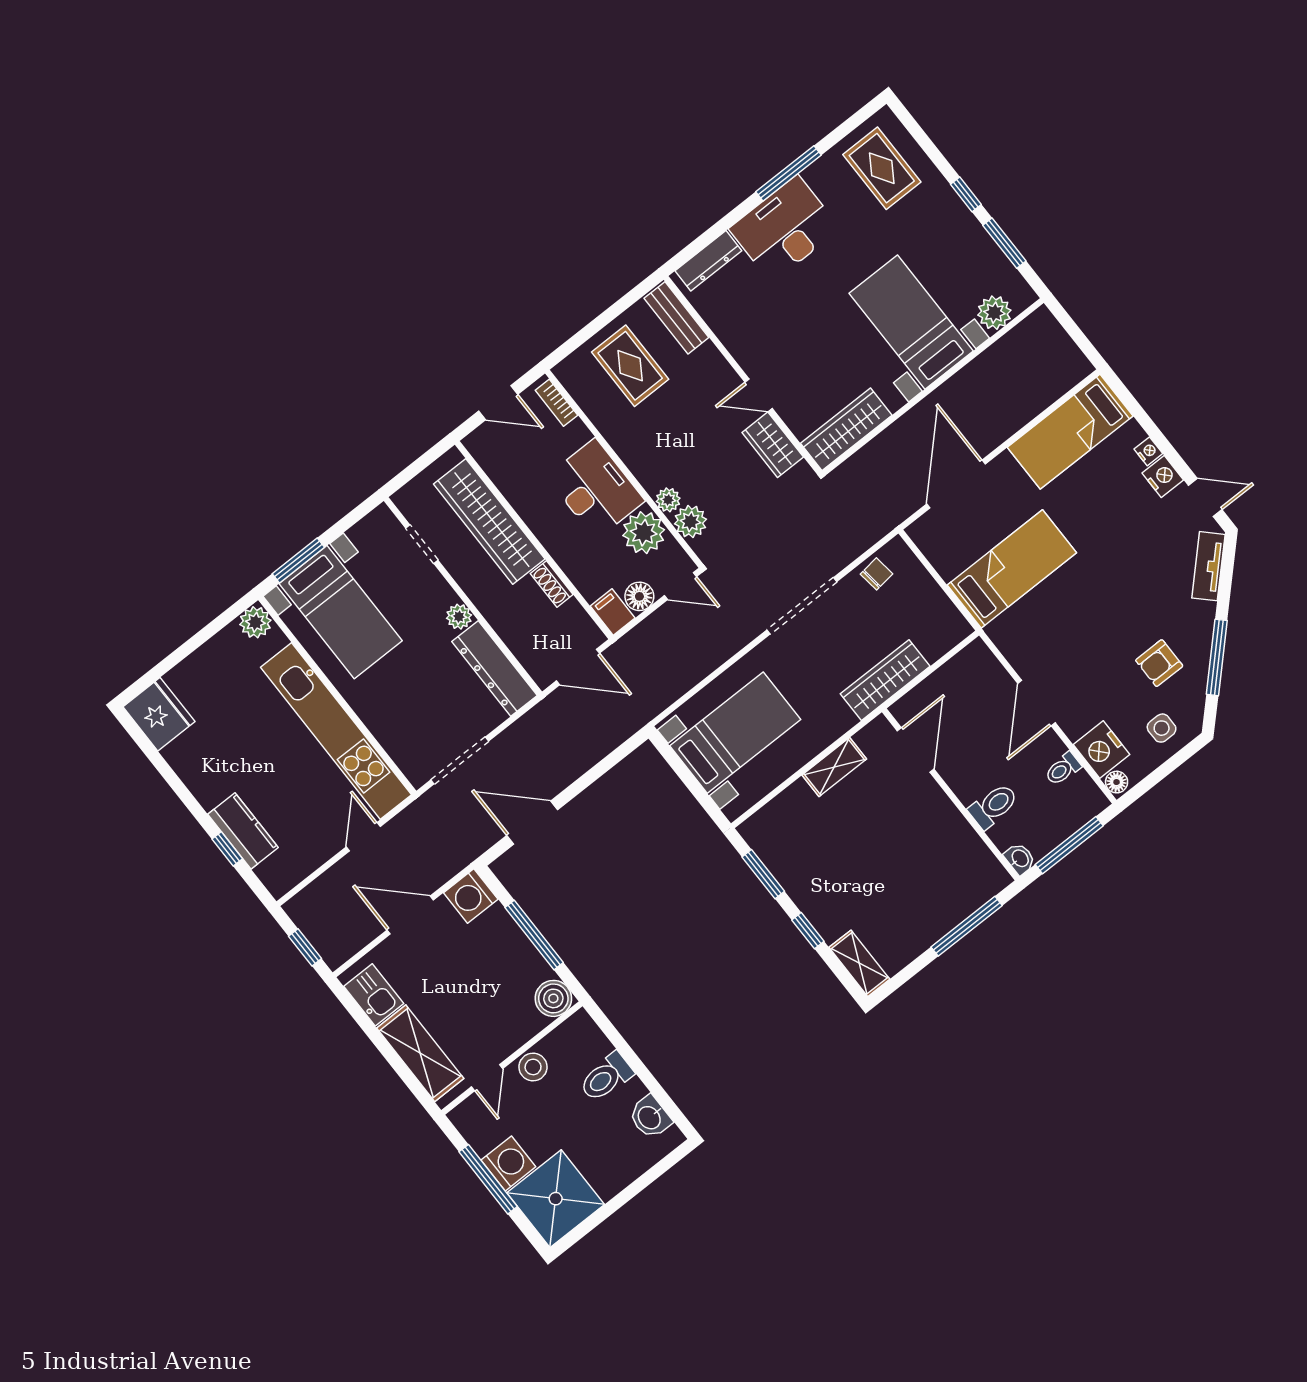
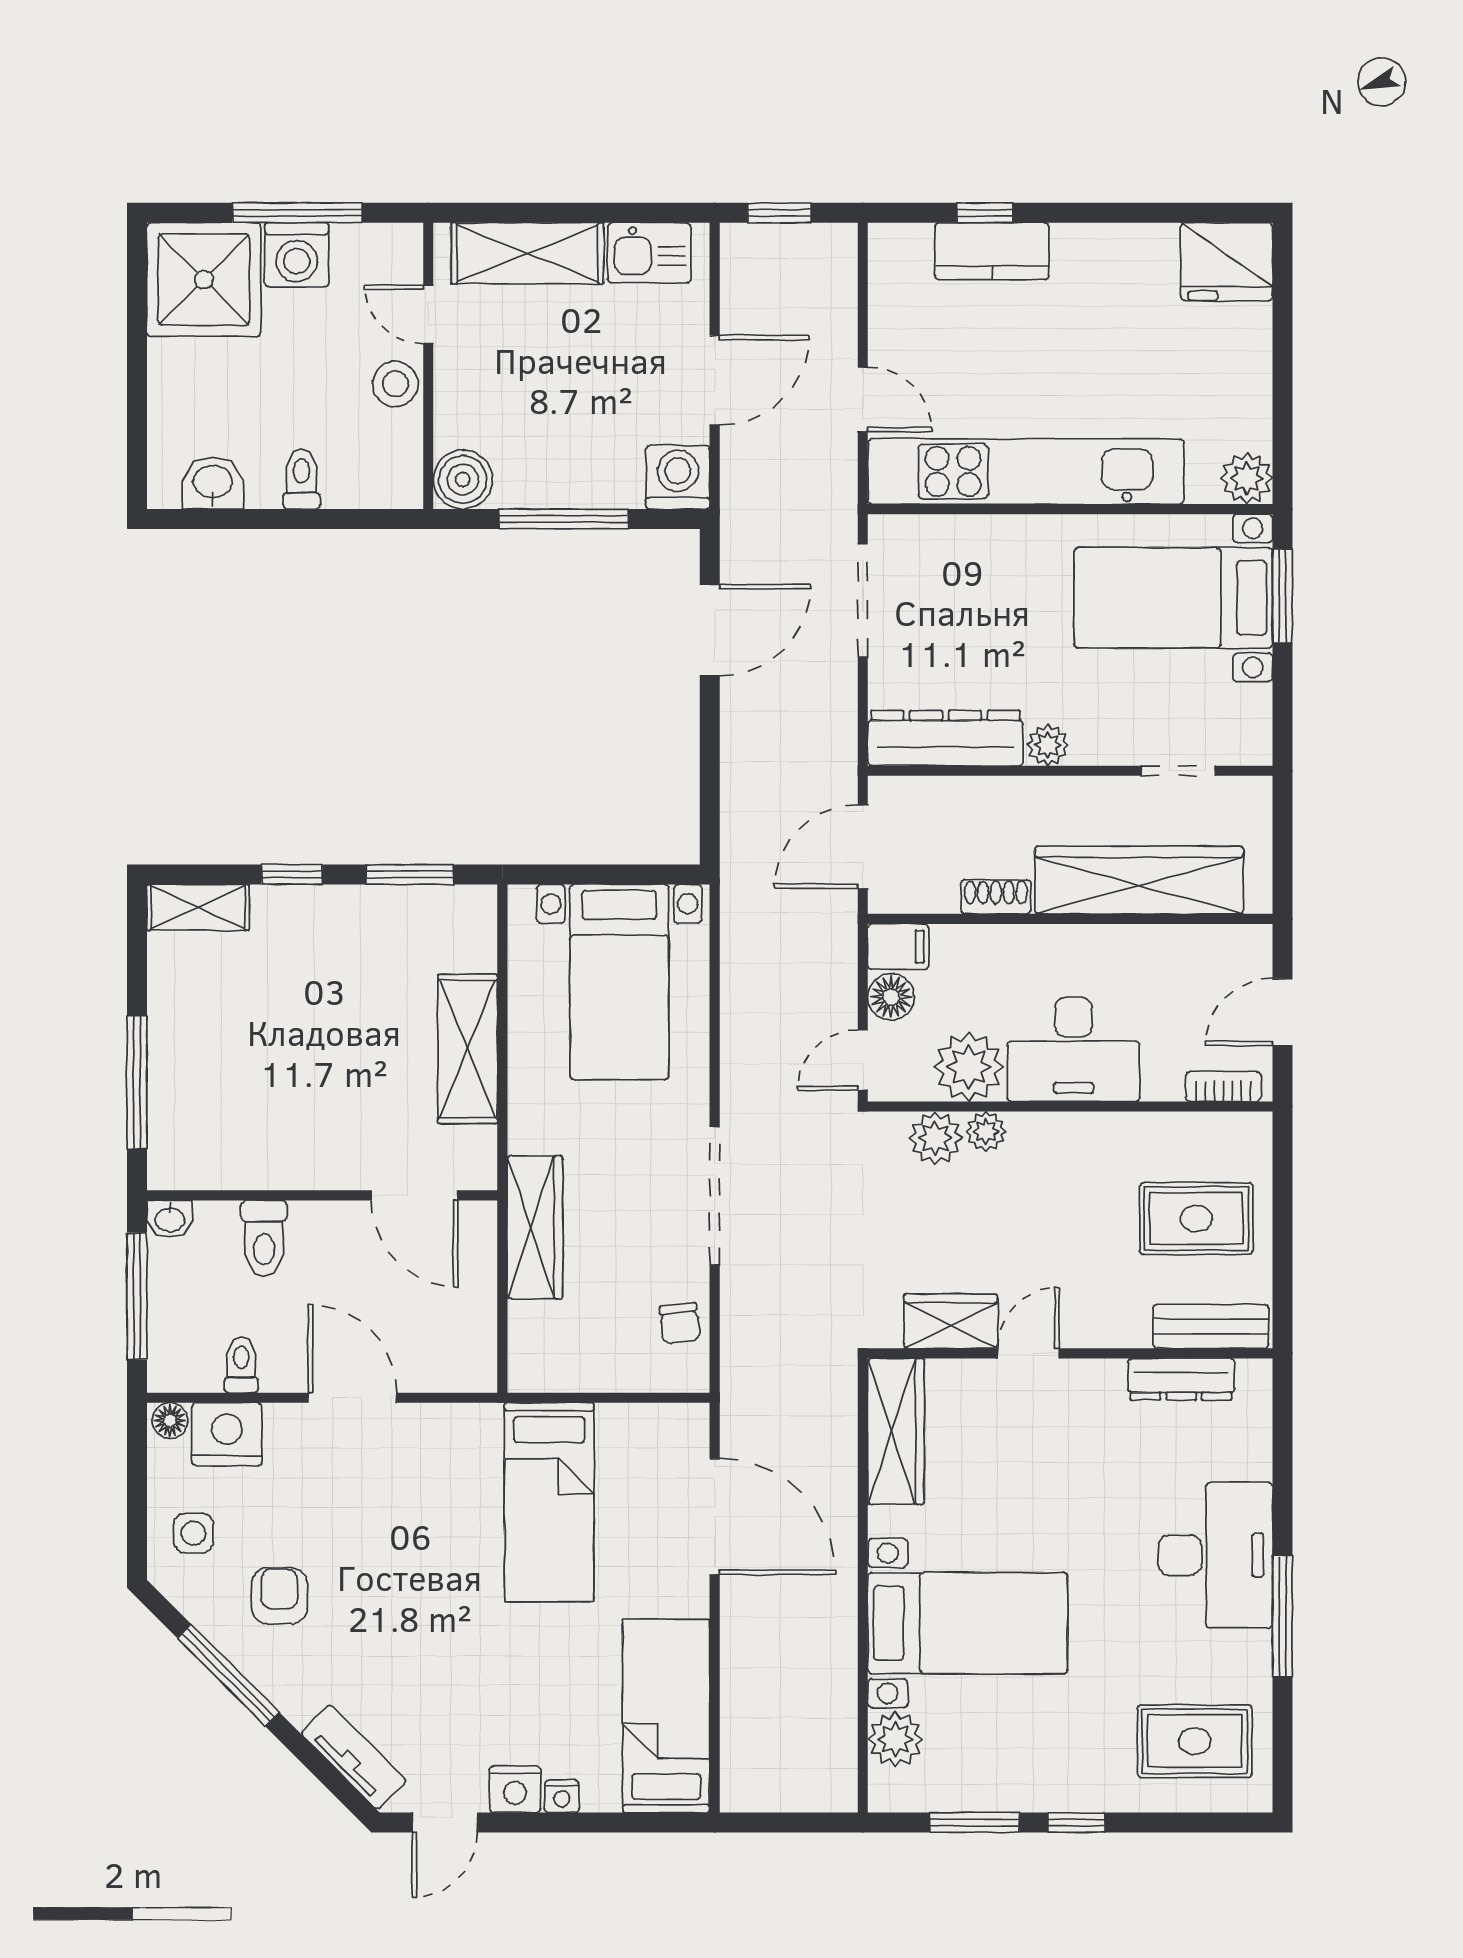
dresser: (708, 261) -> (1181, 1379), moved, turned -90
shelving: (834, 767) -> (468, 1049), width x1.50, depth x1.33
toilet: (606, 1077) -> (301, 479), width x0.73, depth x0.72

